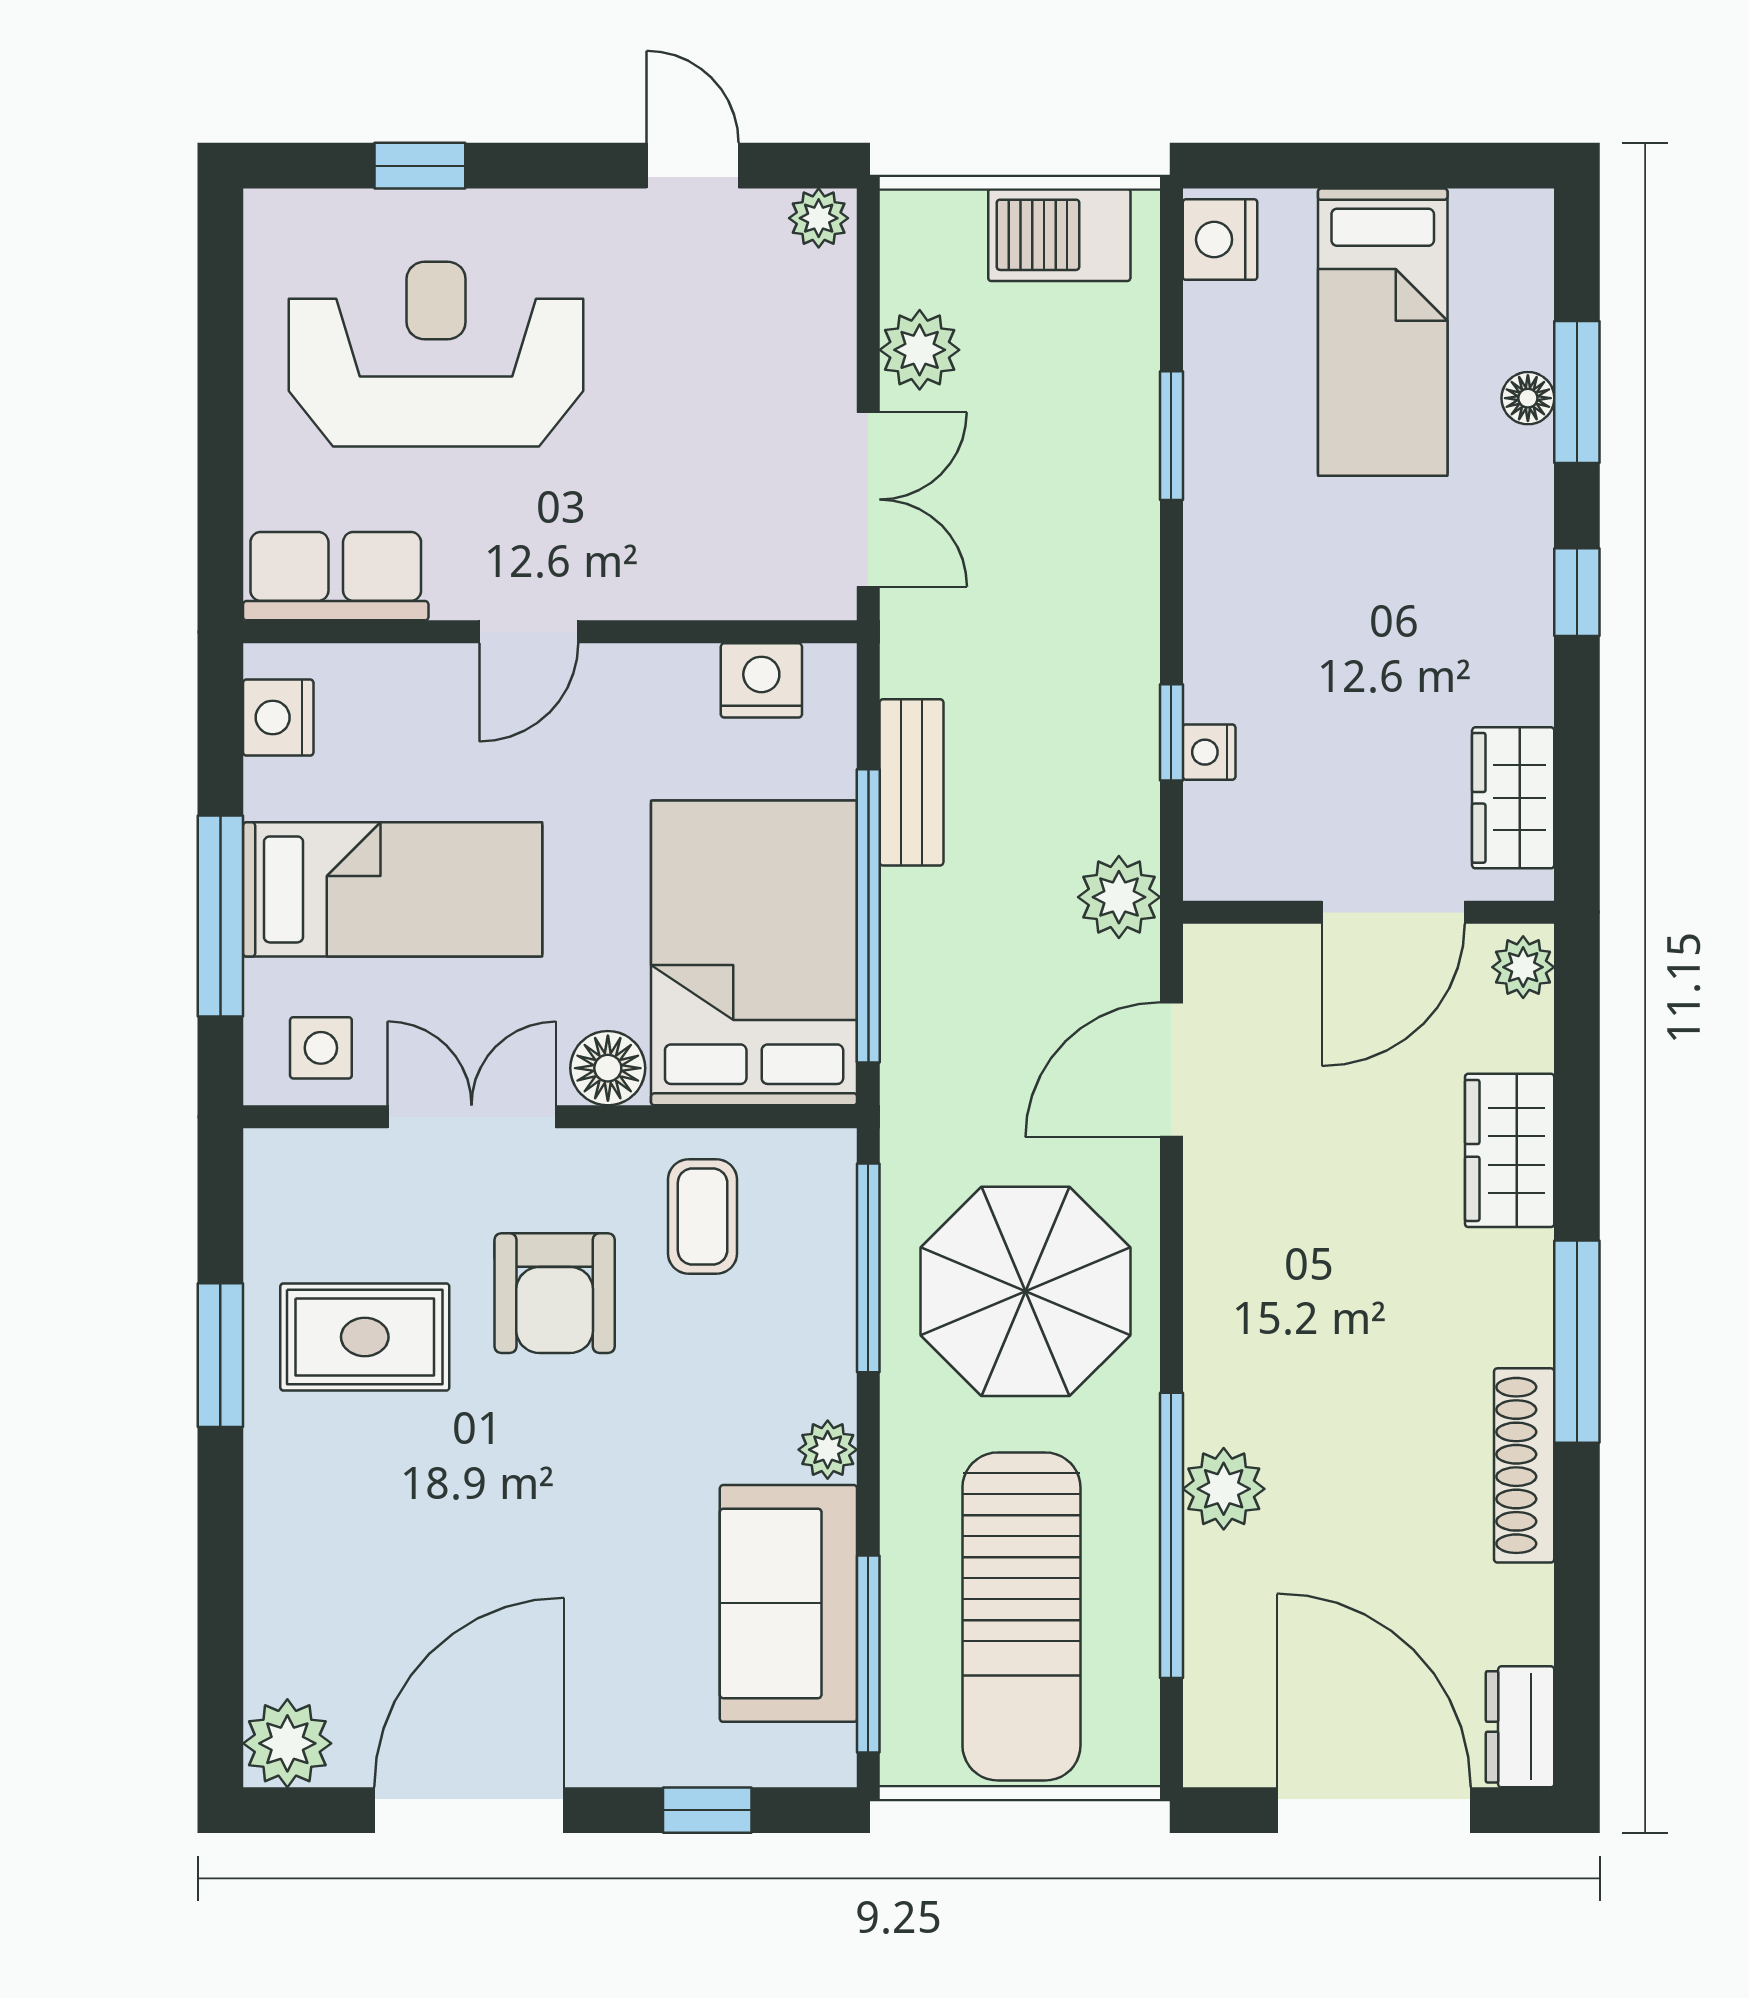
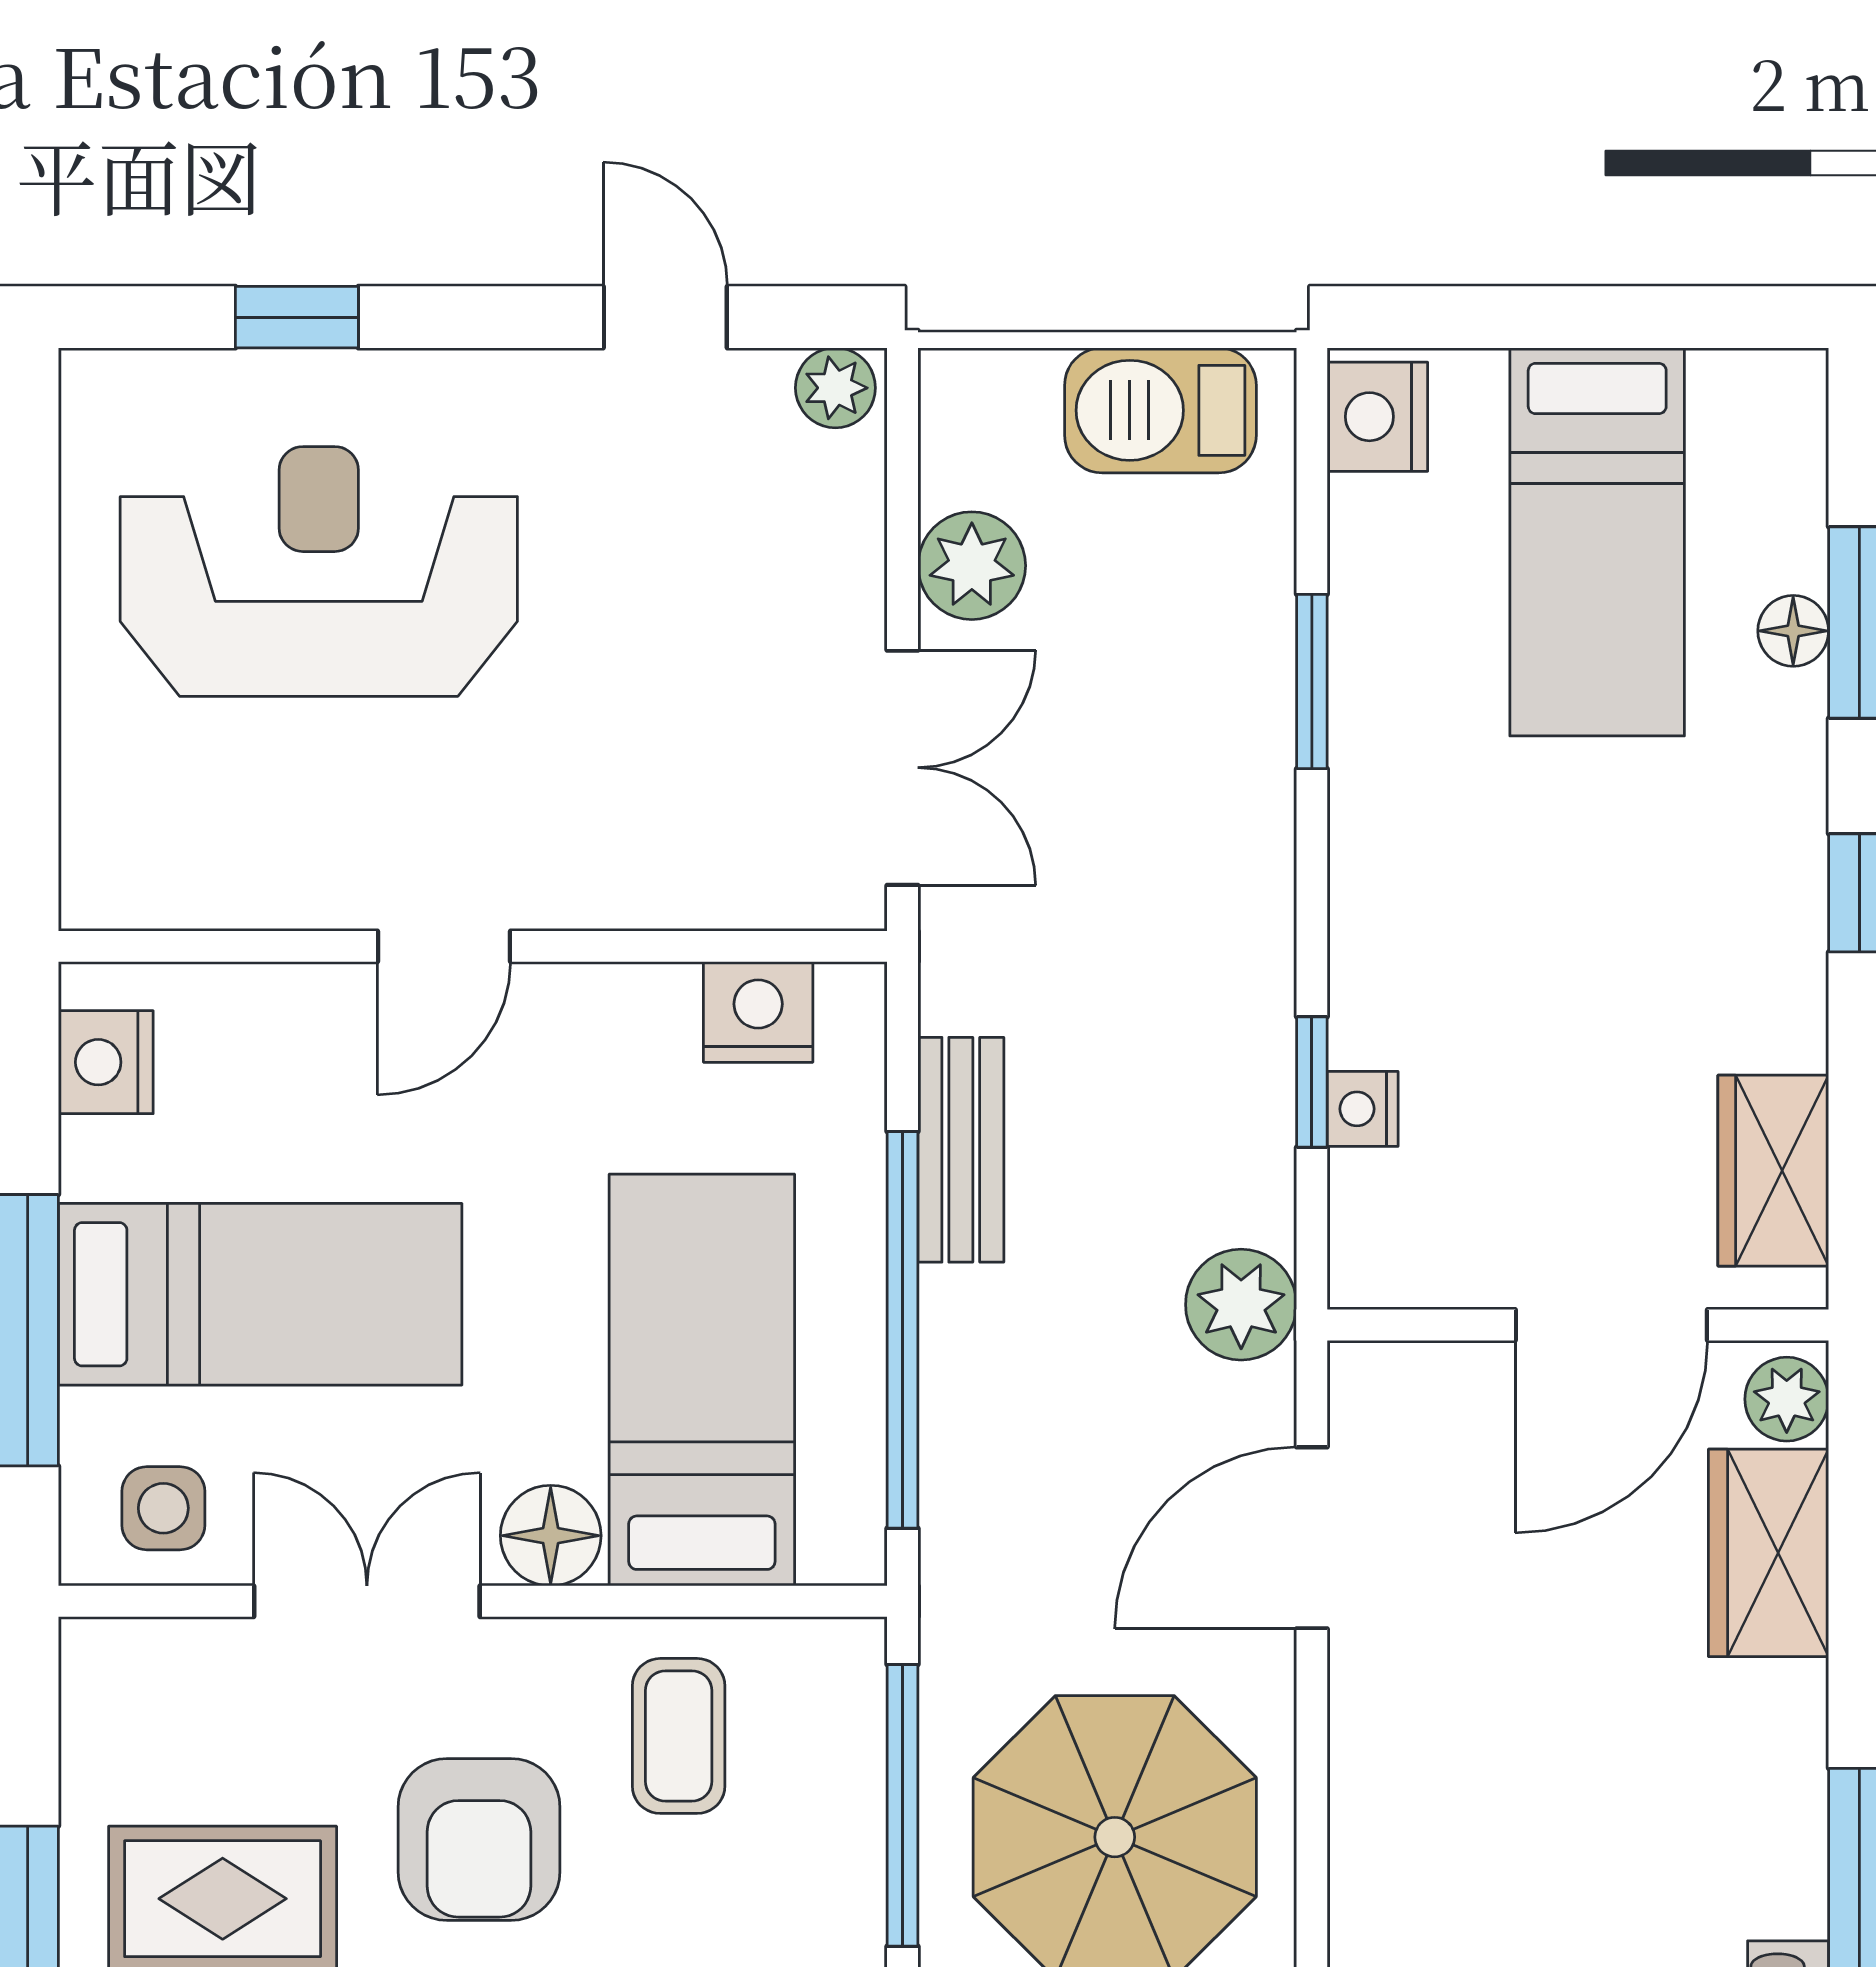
row of seats: (336, 576) -> (183, 871), removed
bed: (754, 953) -> (702, 1380), width x0.67
wardrobe: (1510, 1150) -> (1769, 1553), moved

